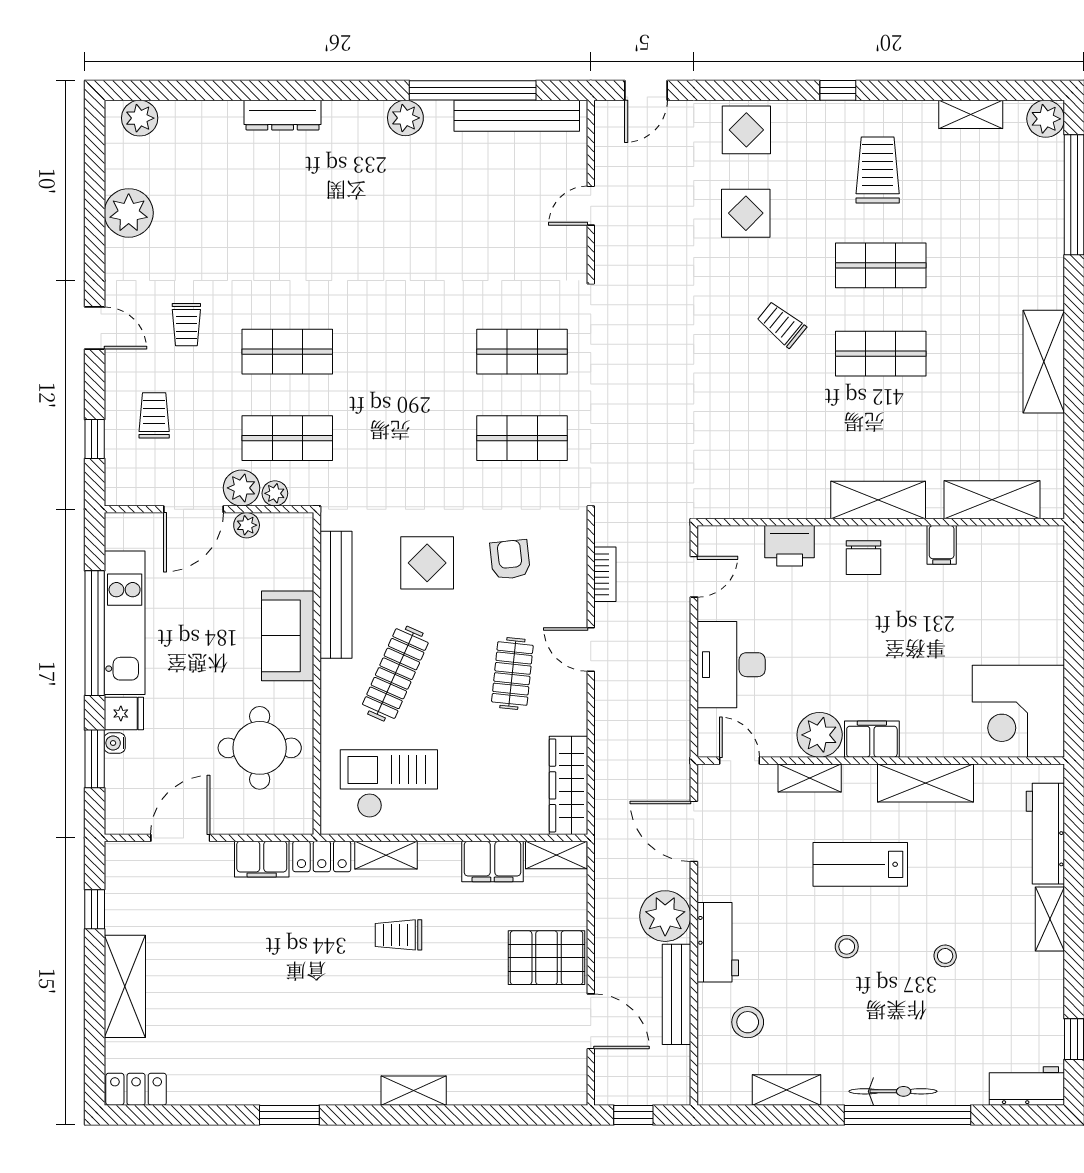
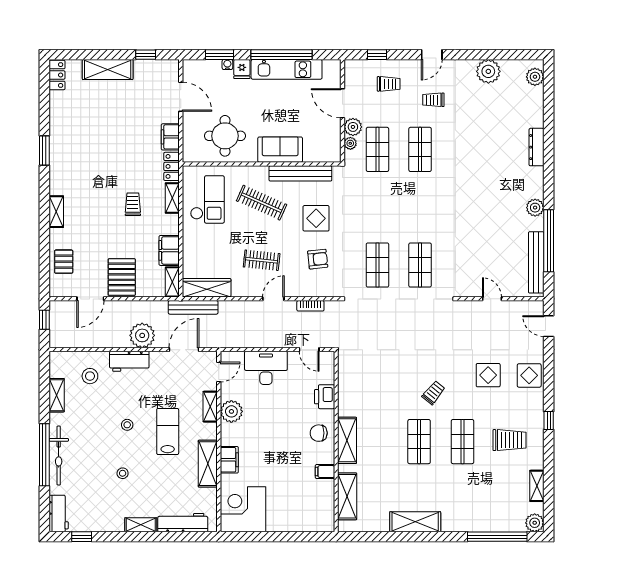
plant: (247, 525) -> (335, 129), removed
filing cabinet: (872, 739) -> (229, 460), moved
bench: (677, 994) -> (193, 307), moved
pallet: (515, 1076) -> (64, 262), added
bicycle: (893, 1091) -> (59, 456), width x1.37, depth x1.40

